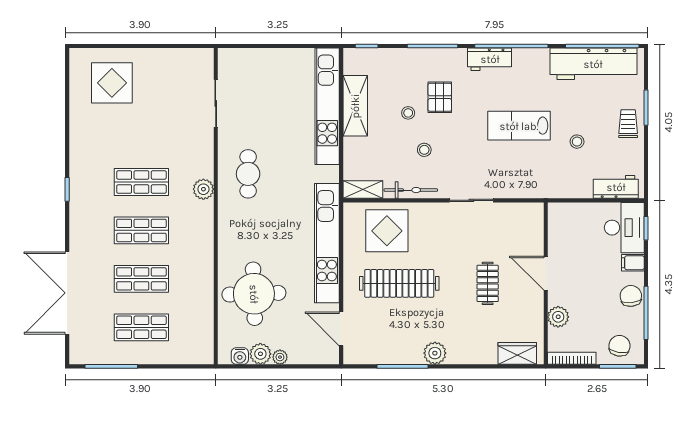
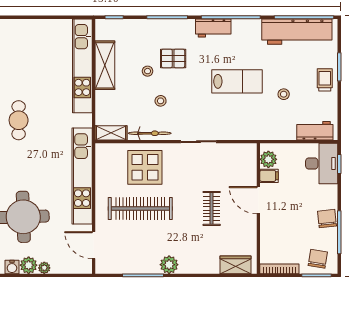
pallet: (440, 97) -> (173, 58), turned 90
lab bench: (519, 126) -> (237, 81), turned 180
display table: (387, 231) -> (145, 167), moved
filing cabinet: (633, 263) -> (269, 176), moved, turned 180
plant: (558, 317) -> (268, 159), moved

